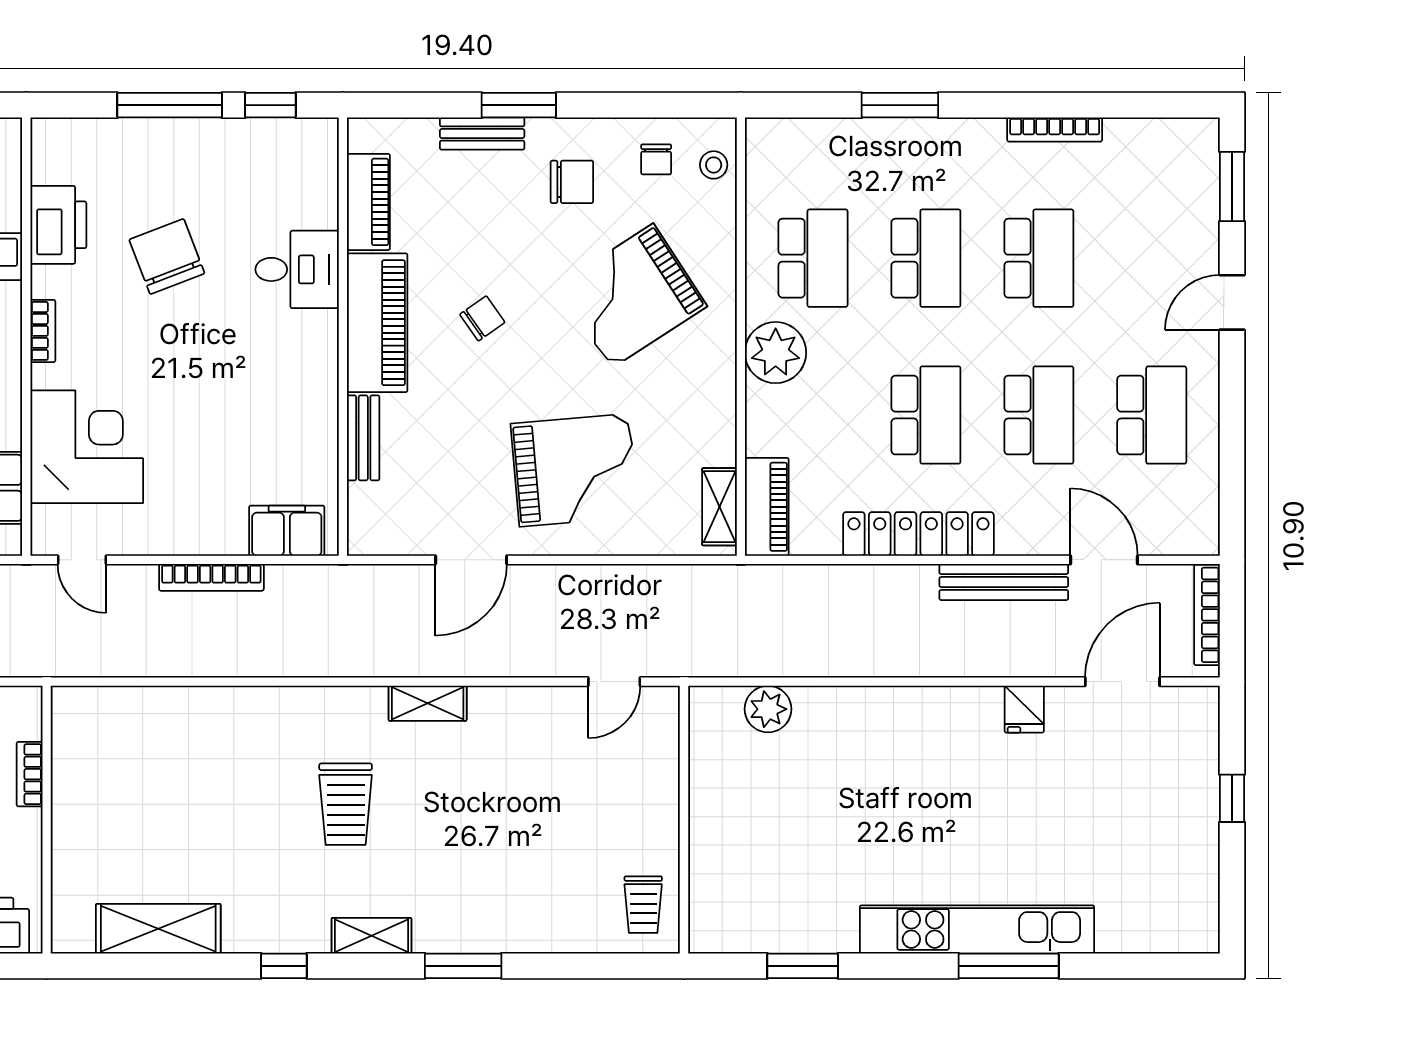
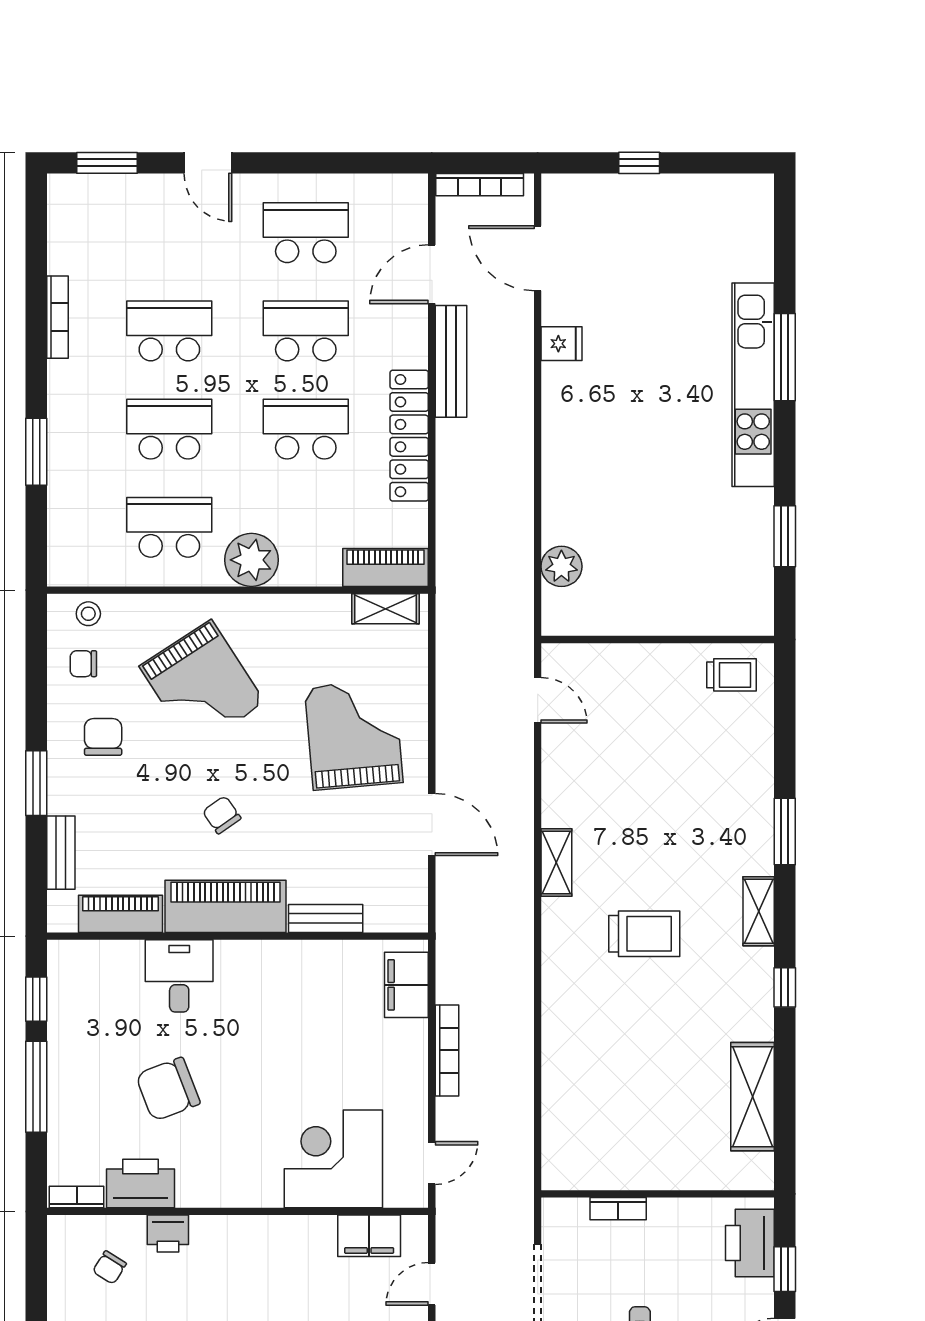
bench: (482, 133) -> (61, 853), moved
chair: (656, 159) -> (83, 664), turned 180
bookcase: (43, 331) -> (77, 1197), moved

